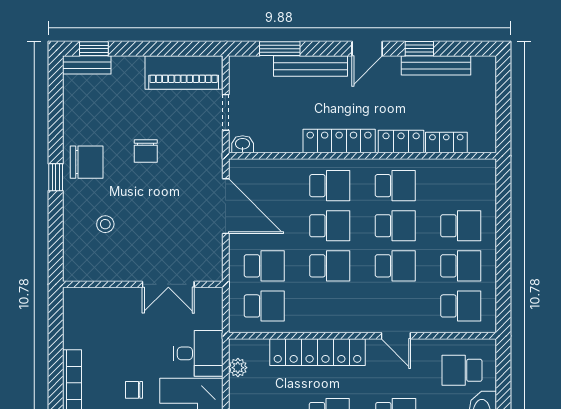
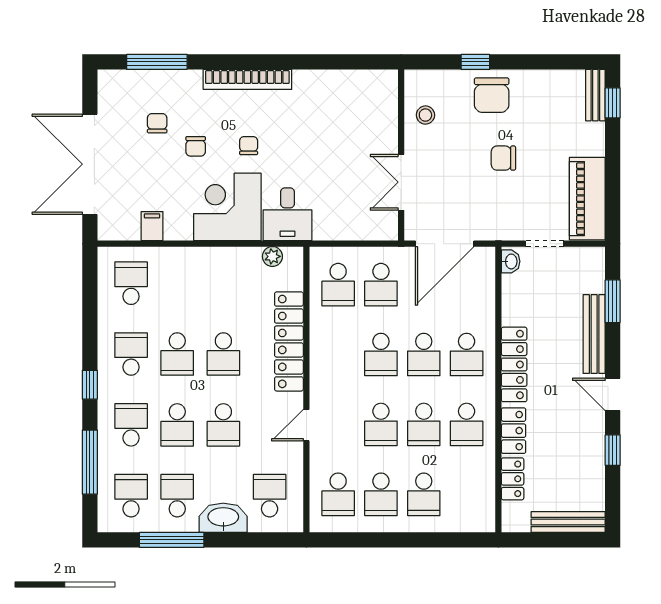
bench: (436, 65) -> (568, 522), moved, turned 90
wall: (143, 284) -> (401, 155), moved
double door: (168, 284) -> (401, 182), moved

